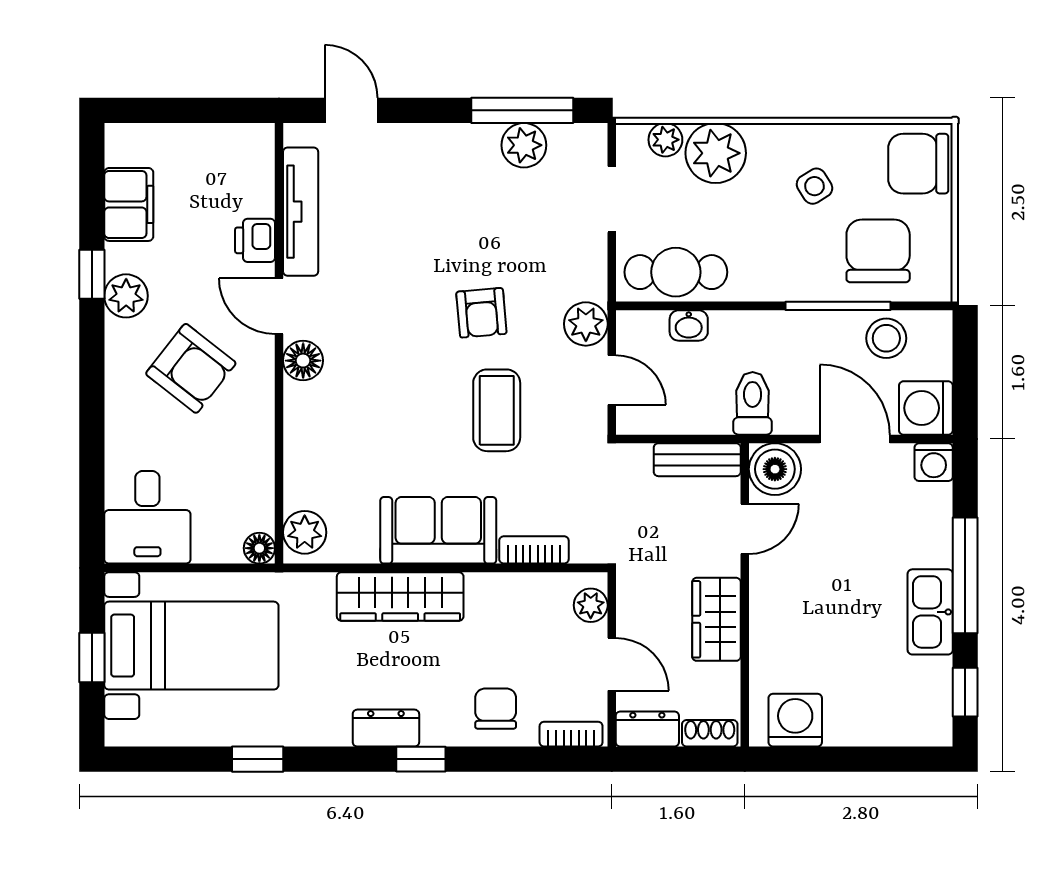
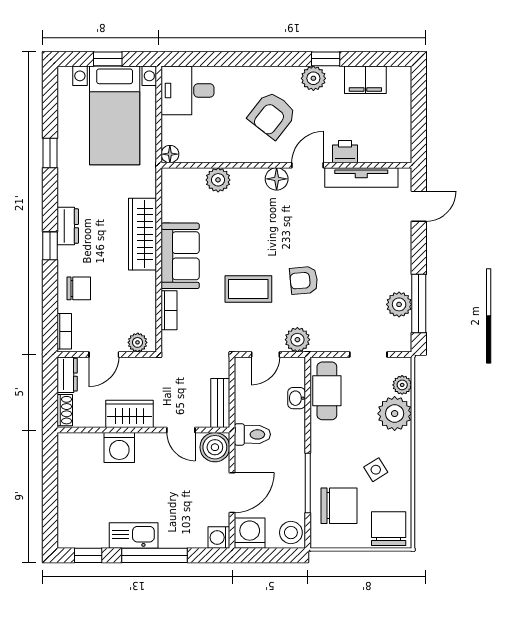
stool: (886, 338) -> (291, 533), moved
plant: (305, 532) -> (218, 180), moved
washing machine: (795, 720) -> (119, 448), moved, turned 90

